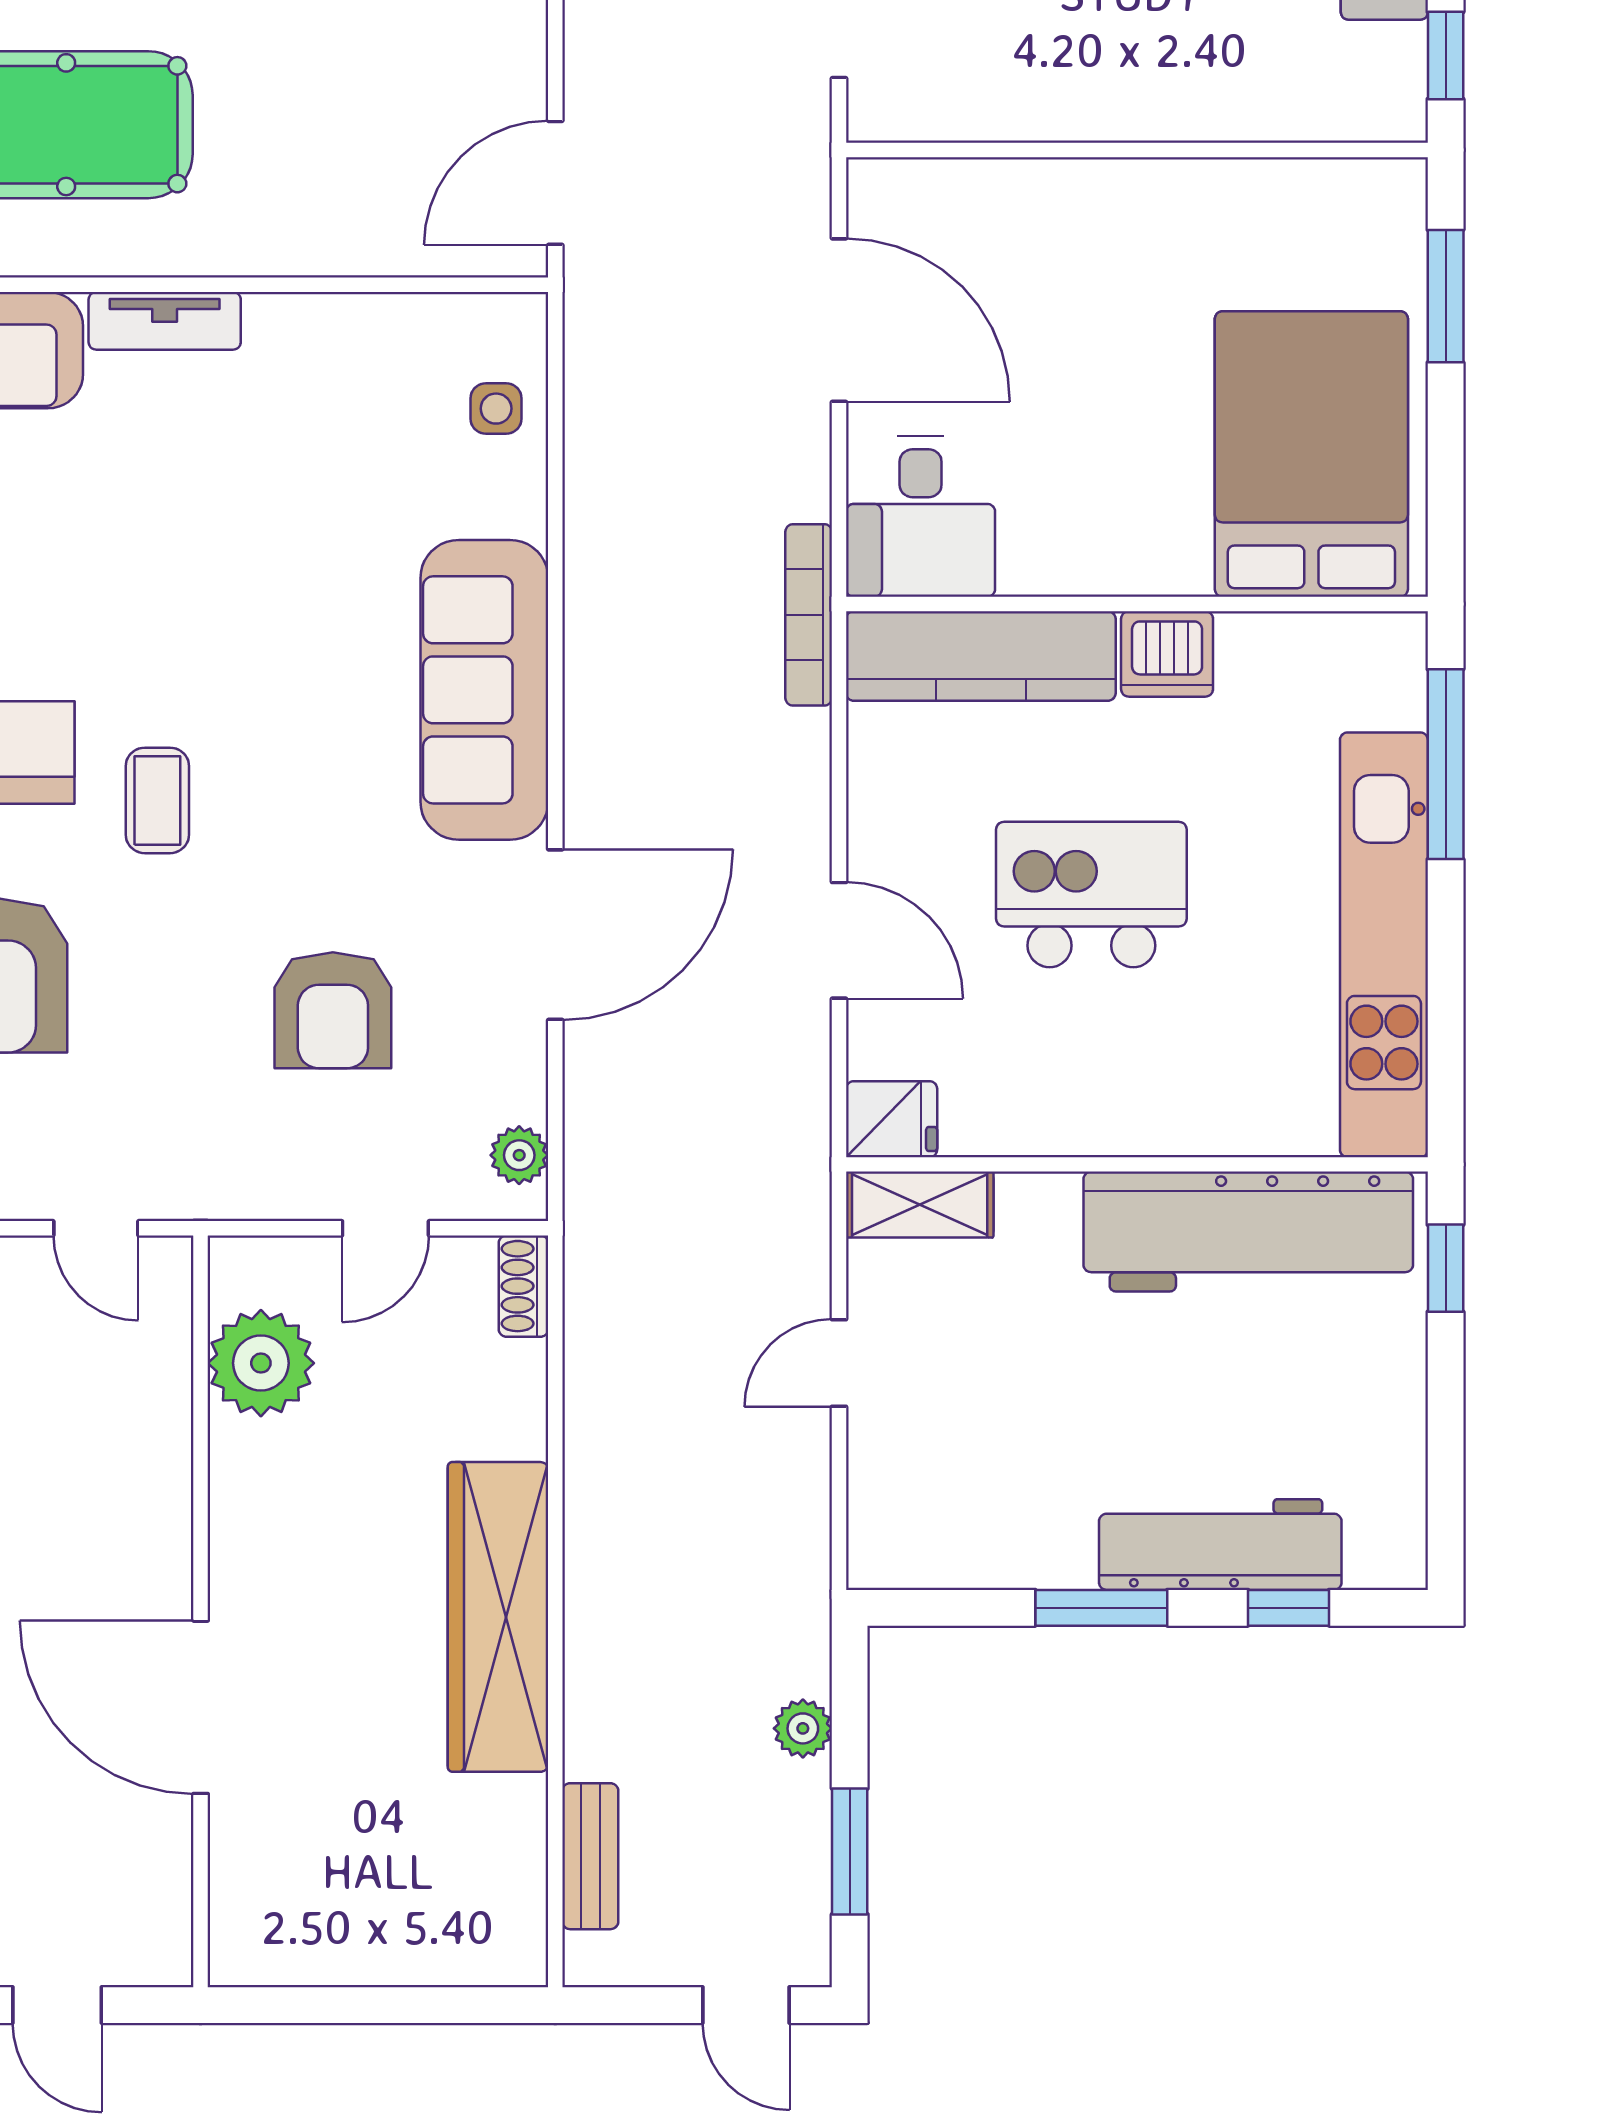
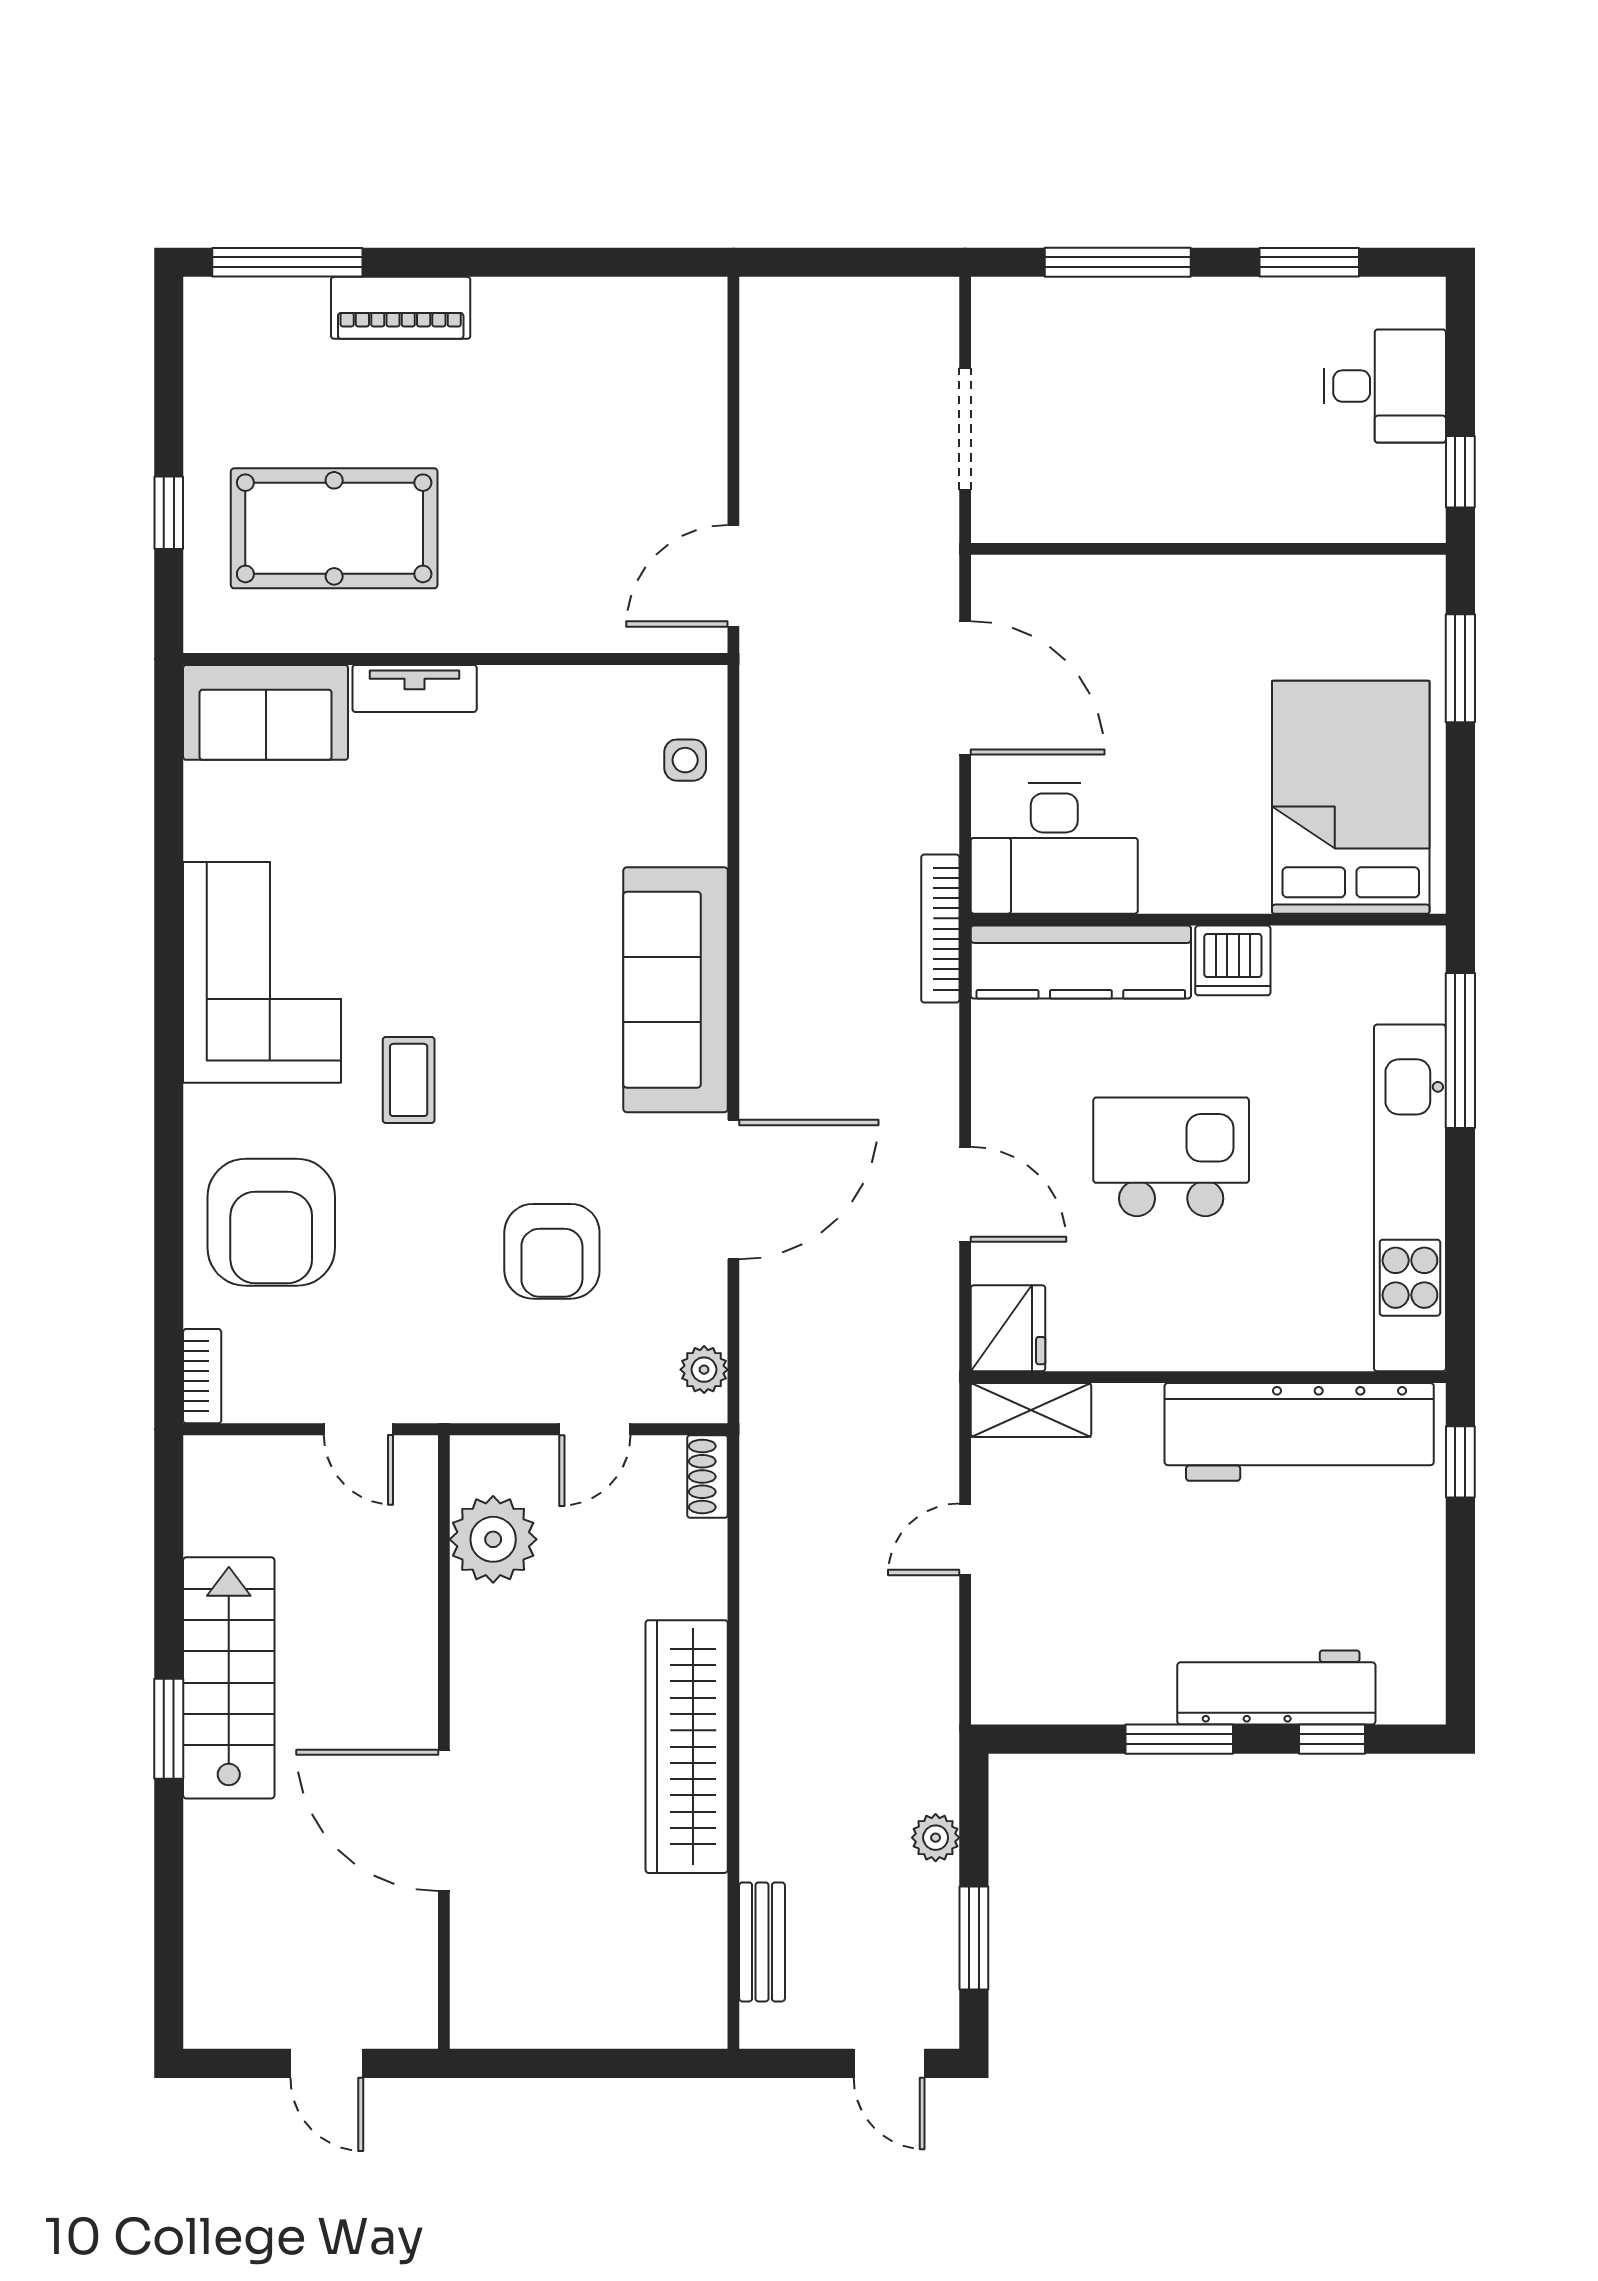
desk: (921, 517) -> (1054, 848), width x1.37
fridge: (892, 1119) -> (1008, 1328), width x1.38

